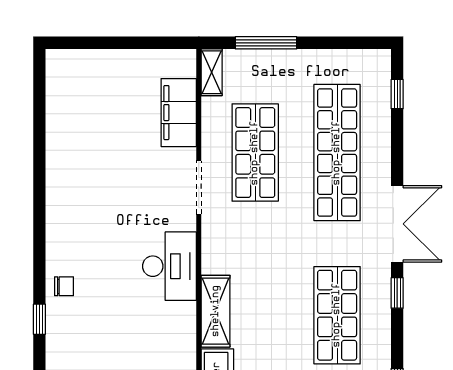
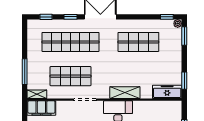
filing cabinet: (179, 113) -> (41, 108), moved
window: (397, 293) -> (70, 17), moved
shelving: (216, 311) -> (125, 93), moved

